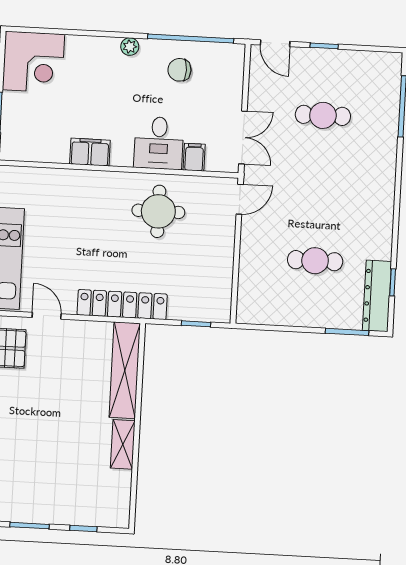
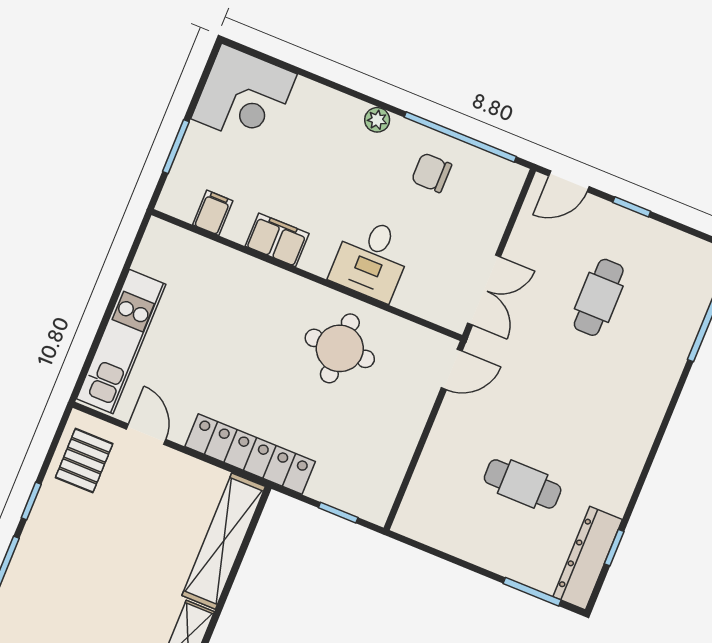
door: (275, 43) -> (569, 181), hinge flipped
cafe table: (323, 115) -> (599, 297), turned 90
filing cabinet: (194, 157) -> (213, 213), moved

